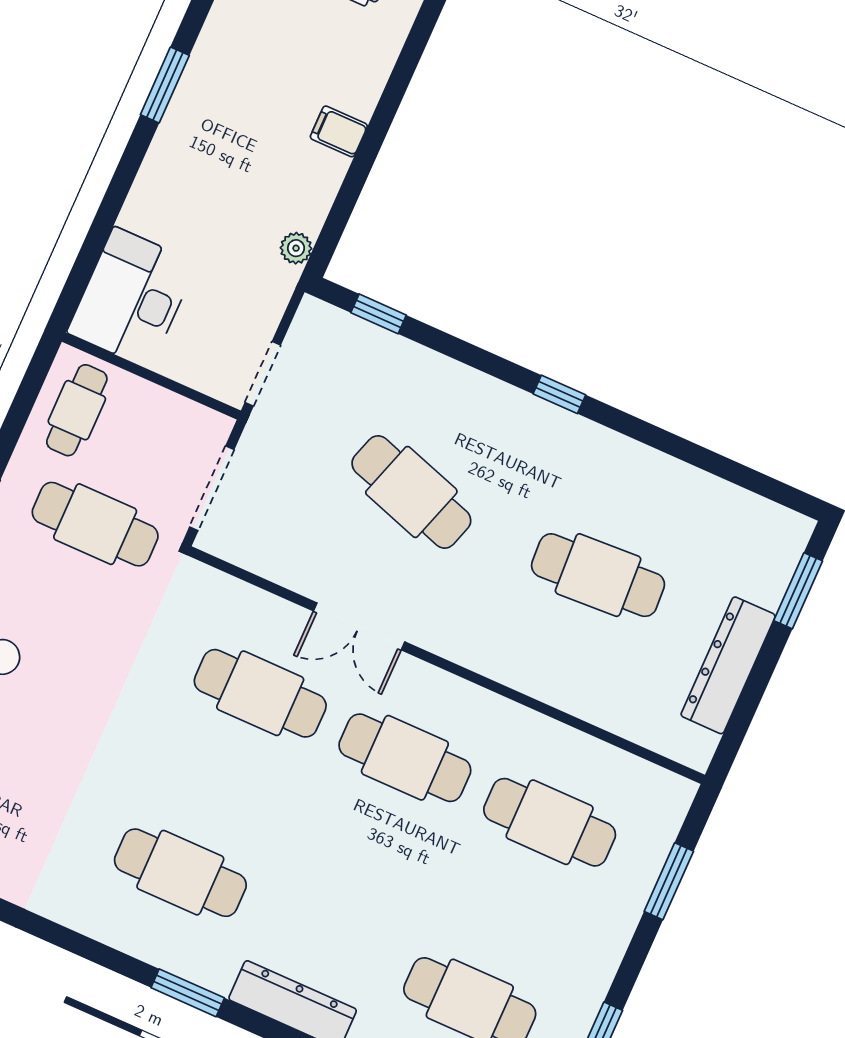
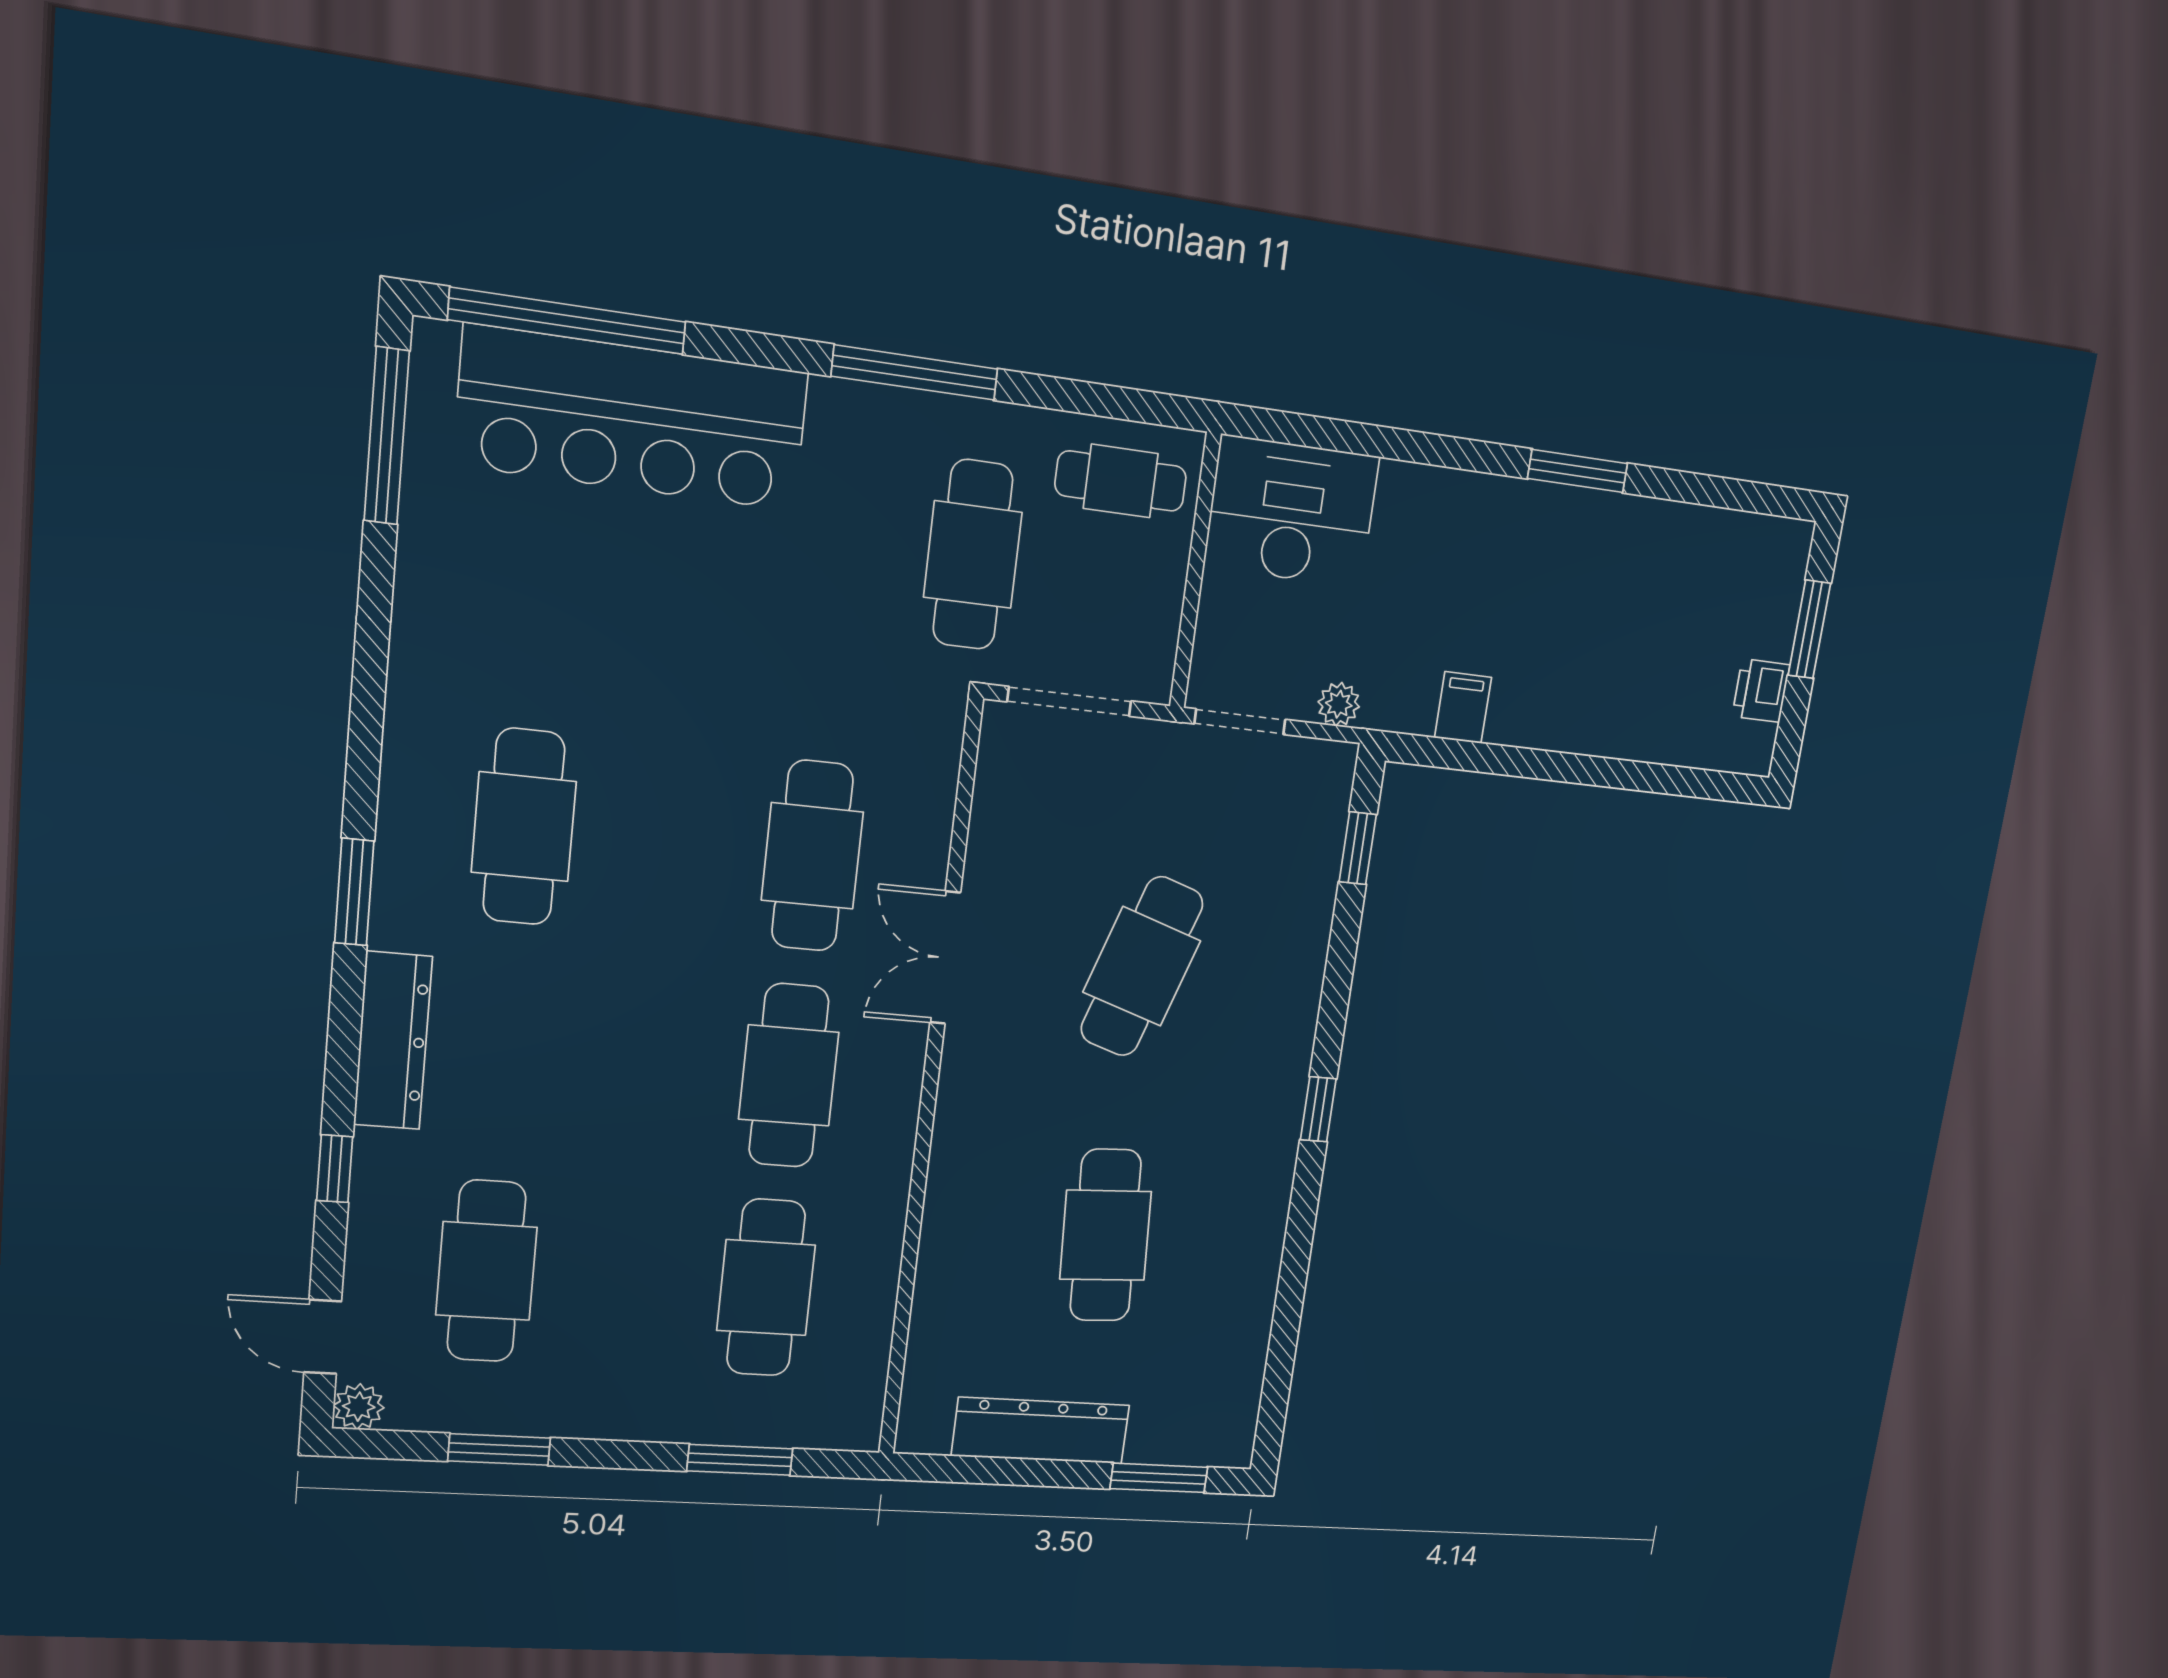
filing cabinet: (339, 131) -> (1463, 708), moved
plant: (296, 248) -> (1339, 704), moved

